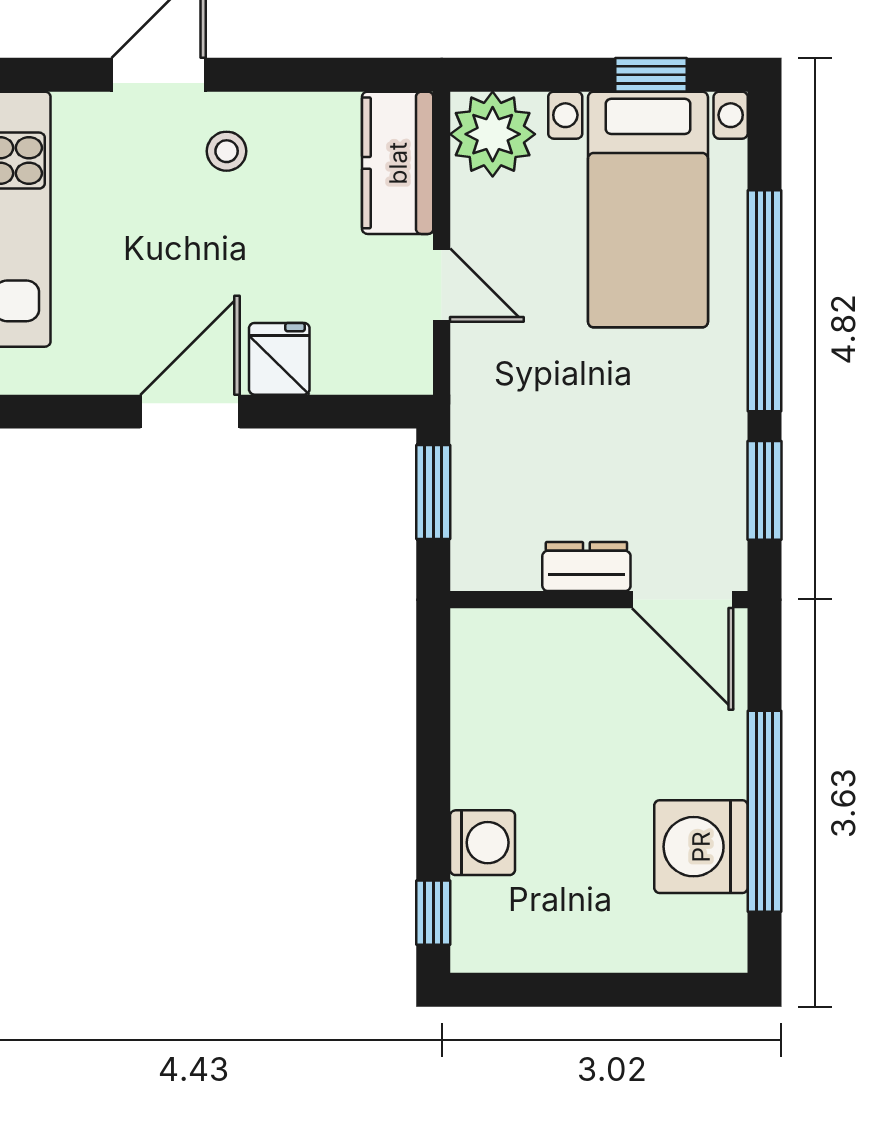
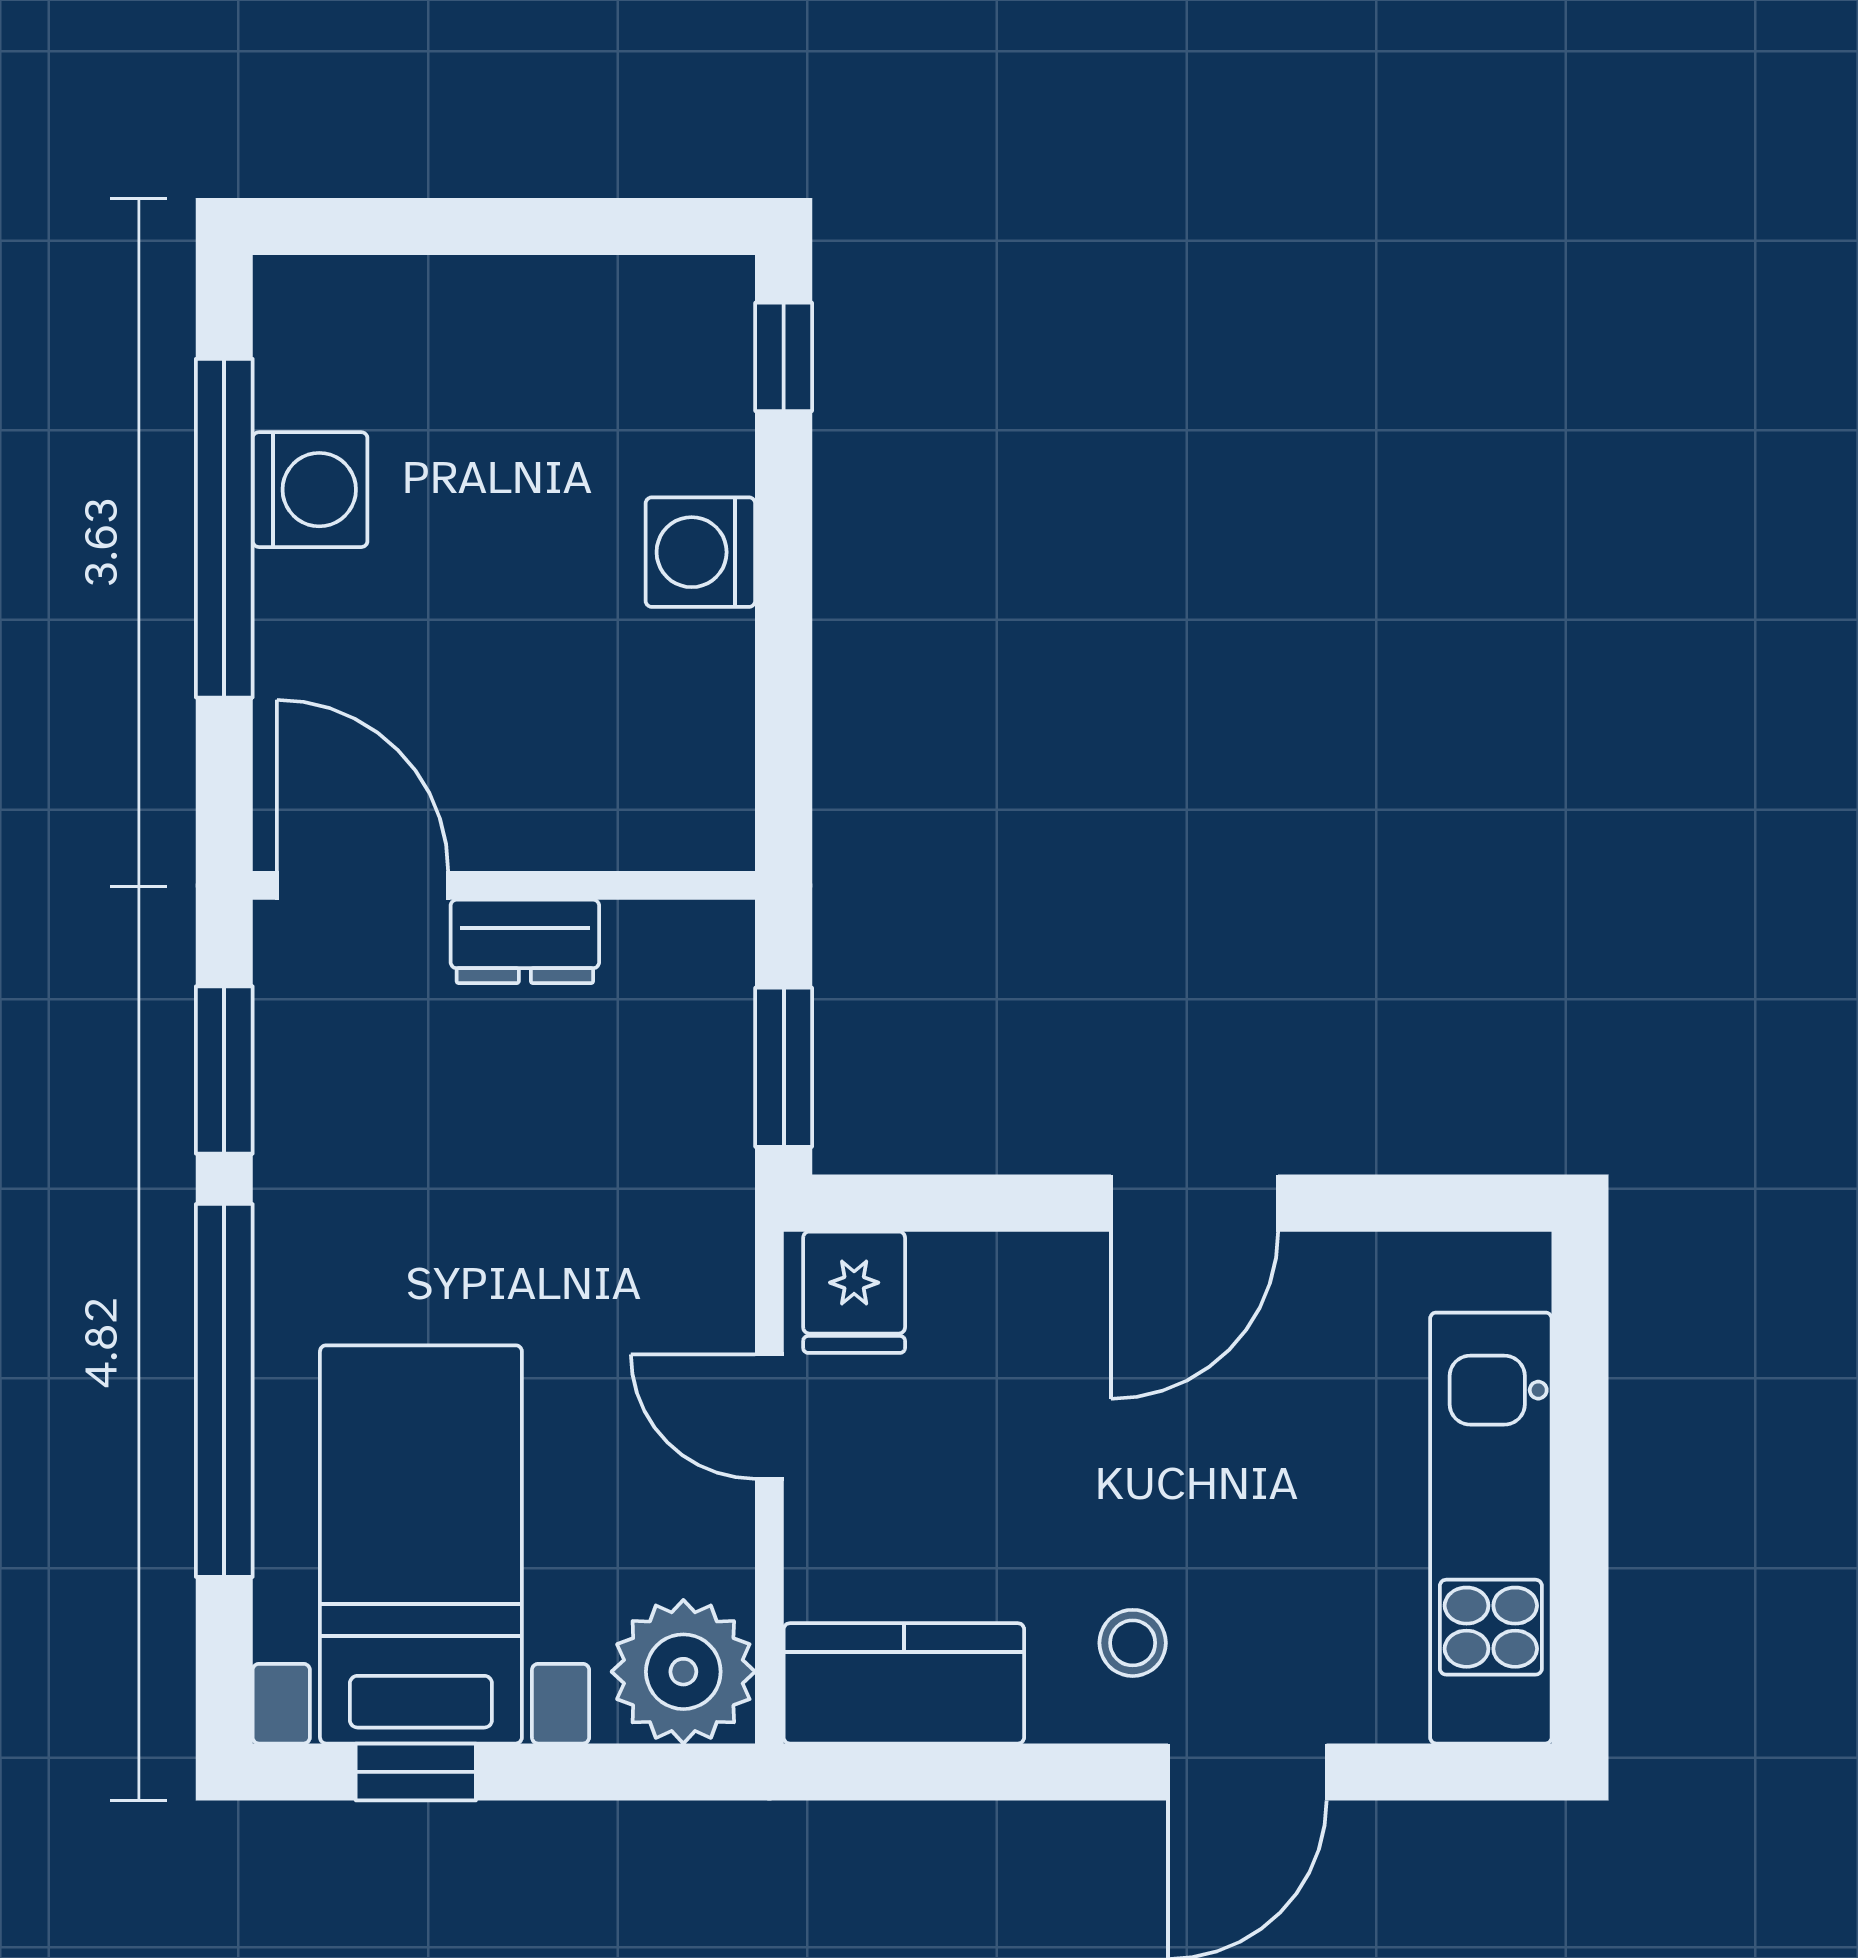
kitchen counter: (398, 163) -> (904, 1683), moved, turned -90
fridge: (279, 359) -> (854, 1292), moved
washing machine: (483, 843) -> (700, 552), moved
washing machine: (701, 847) -> (310, 490), width x0.73, depth x0.73

